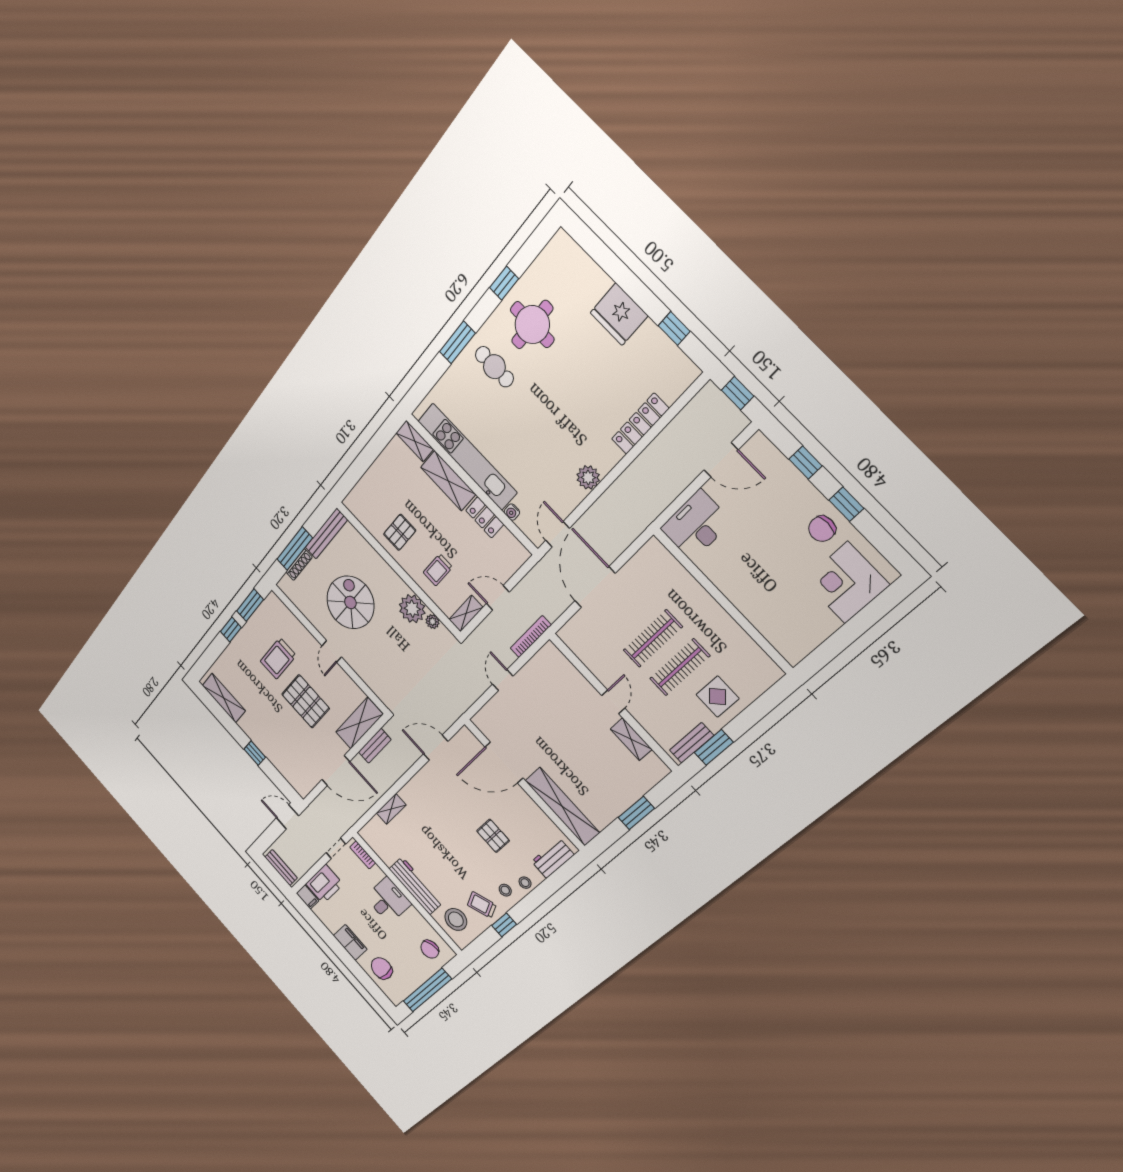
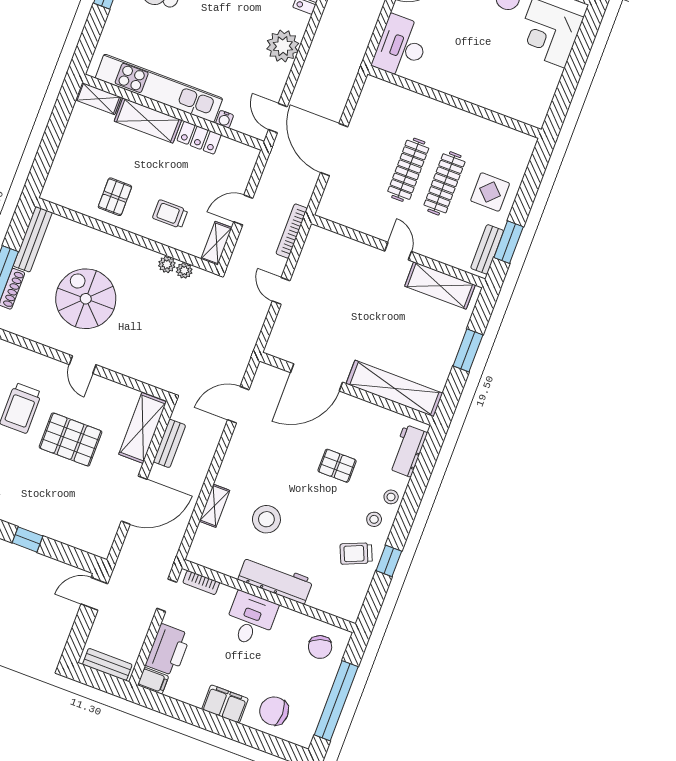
plant: (588, 477) -> (283, 46), width x1.36, depth x1.36
trolley: (438, 570) -> (170, 214), turned 90
plant: (412, 609) -> (167, 264), width x0.53, depth x0.53
shelving: (631, 739) -> (440, 286), width x1.50, depth x1.33
stool: (456, 919) -> (266, 519), moved

